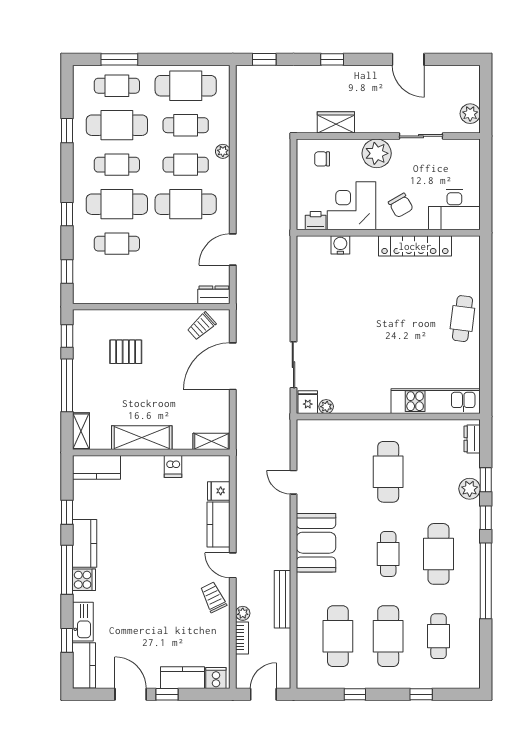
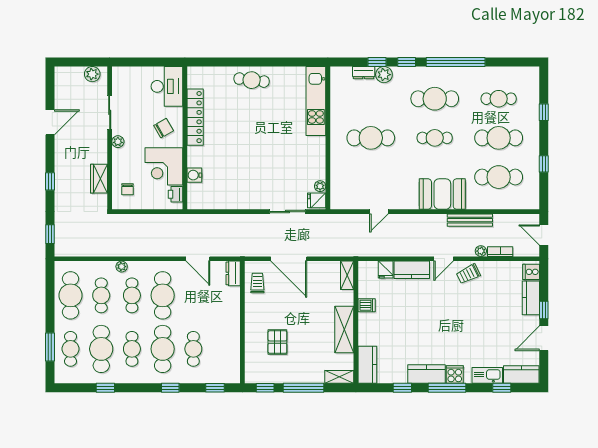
plant: (377, 153) -> (118, 142), width x0.53, depth x0.53
trolley: (201, 326) -> (257, 283), turned -138
dresser: (472, 439) -> (364, 73), moved
booth: (316, 543) -> (442, 194), moved

